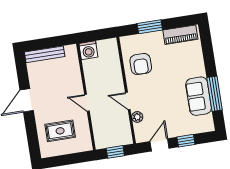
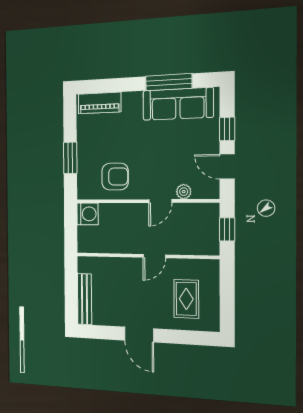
piano: (180, 35) -> (100, 103), moved, turned 90
washing machine: (88, 50) -> (88, 214), moved
sofa: (199, 96) -> (178, 104), width x1.36

